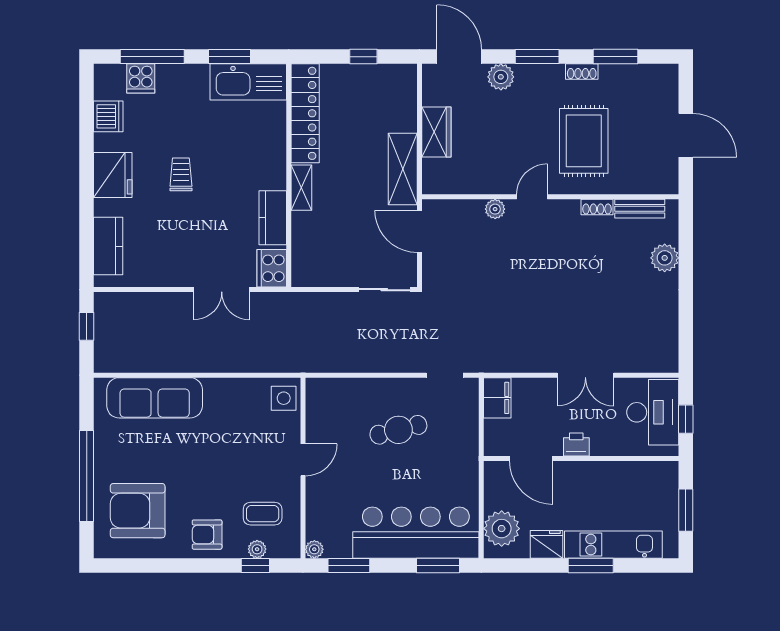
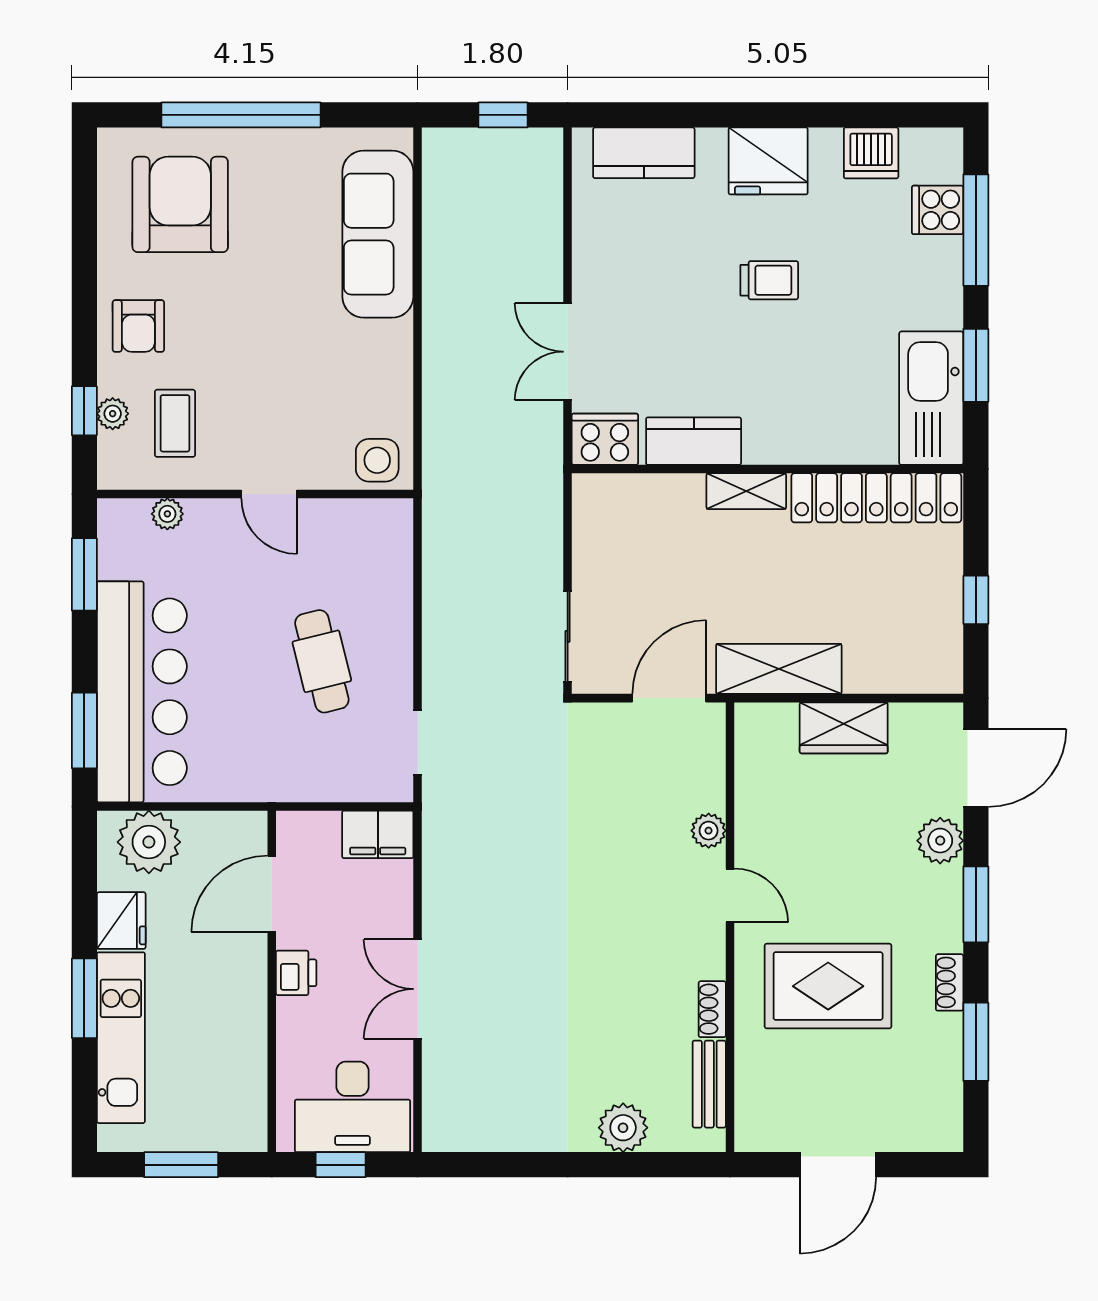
armchair: (207, 535) -> (138, 326), turned 180
plant: (314, 549) -> (167, 514), moved

